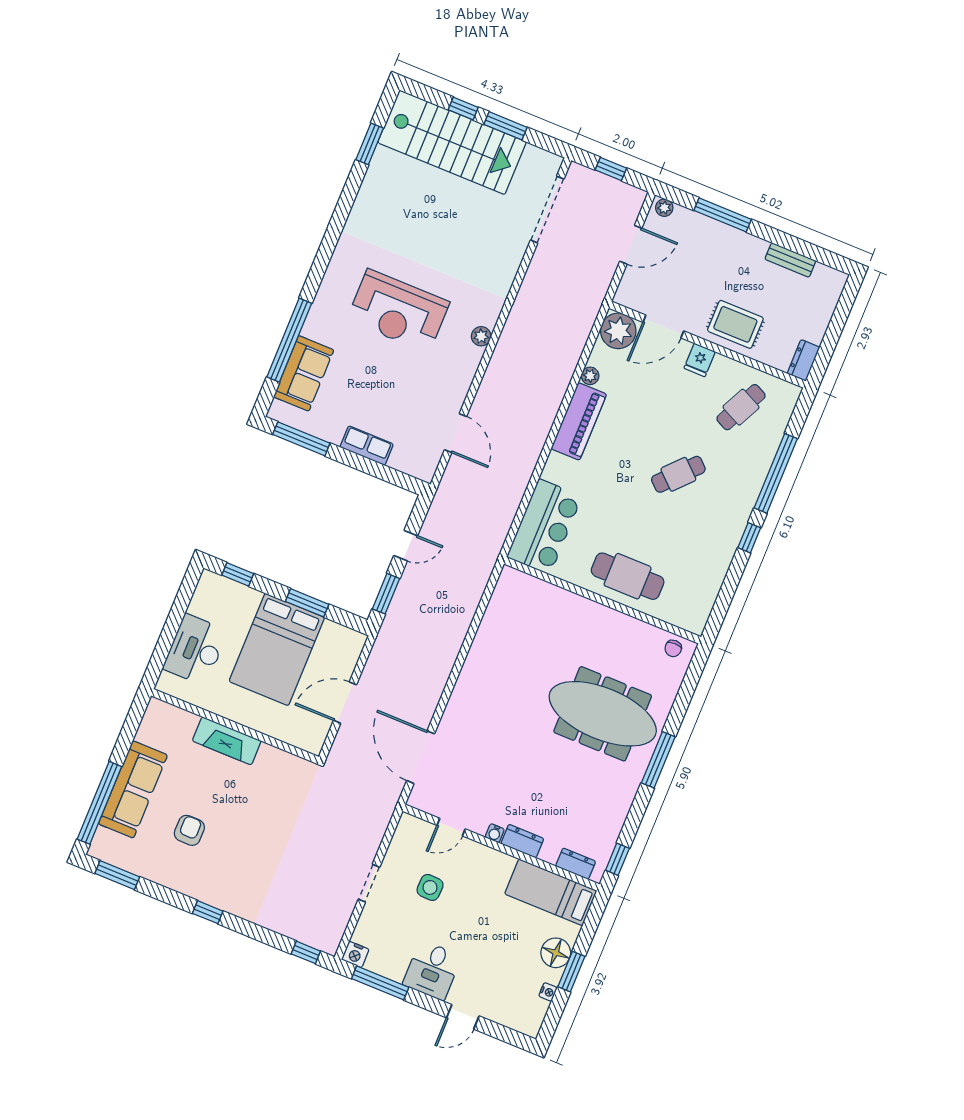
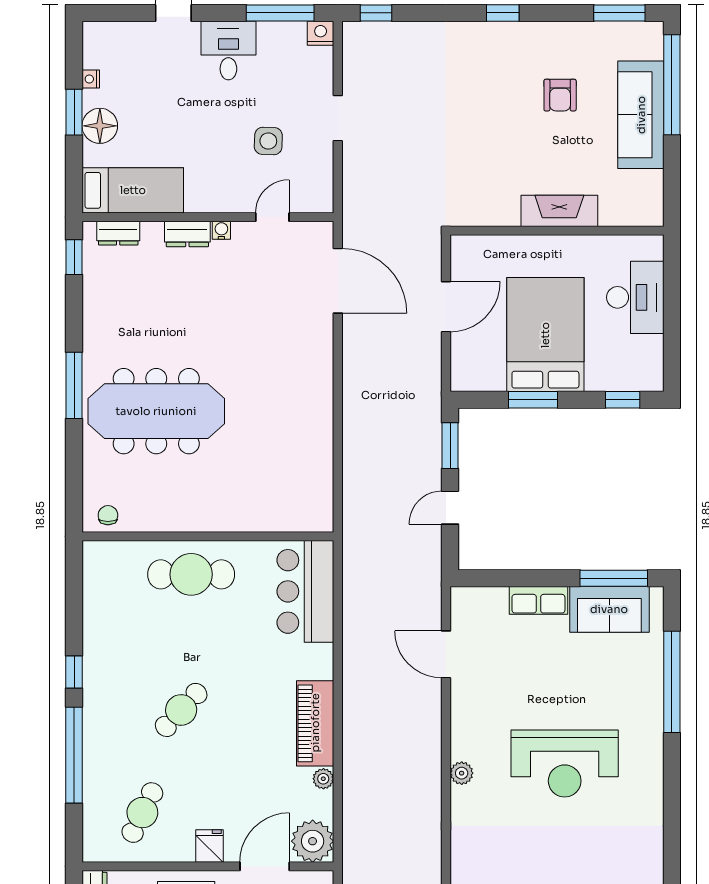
reception desk: (398, 311) -> (565, 763), turned 180
sofa: (304, 373) -> (609, 609), moved, turned -90

